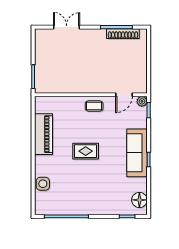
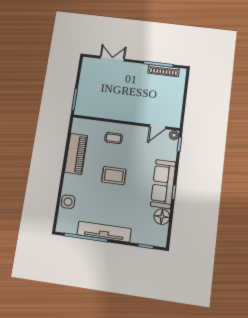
coffee table: (94, 106) -> (114, 138), moved
floor lamp: (139, 200) -> (162, 217), moved
tv unit: (84, 208) -> (104, 232), added

